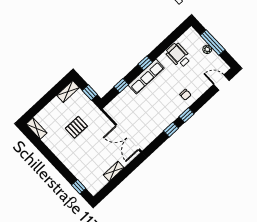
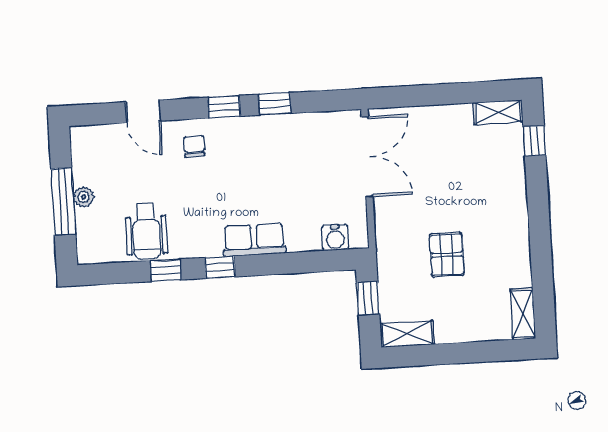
row of seats: (146, 77) -> (254, 240), width x0.68
door: (221, 82) -> (143, 111), moved
window: (121, 86) -> (165, 270), moved
water cooler: (116, 103) -> (335, 237), added
pallet: (76, 127) -> (447, 255), turned 90
shelving: (114, 171) -> (498, 112), moved

